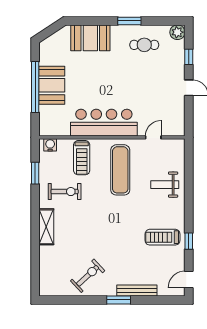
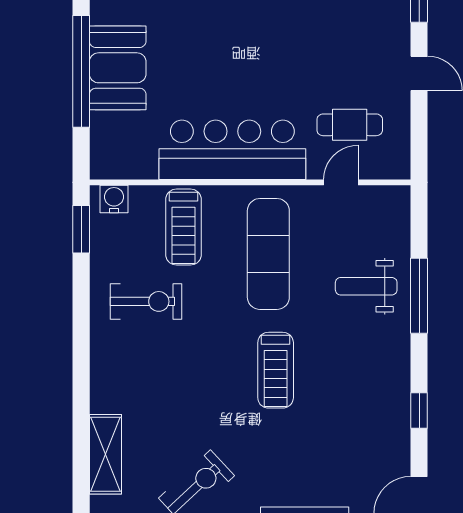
cafe table: (157, 111) -> (350, 125), added
window: (35, 173) -> (81, 229), moved
window: (189, 189) -> (419, 296), added
shelving: (46, 227) -> (105, 454), moved
treadmill: (163, 237) -> (276, 370), moved, turned -90

